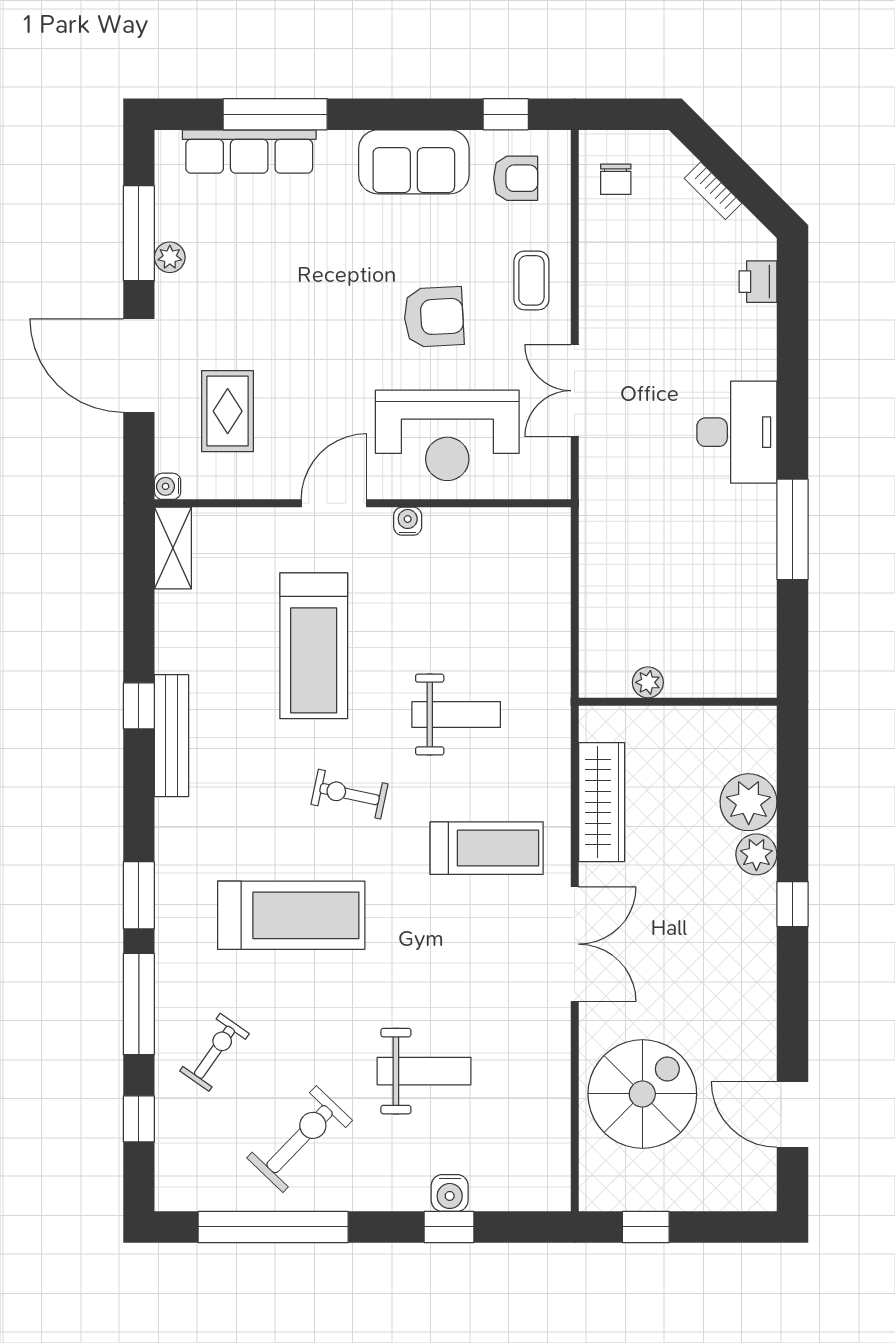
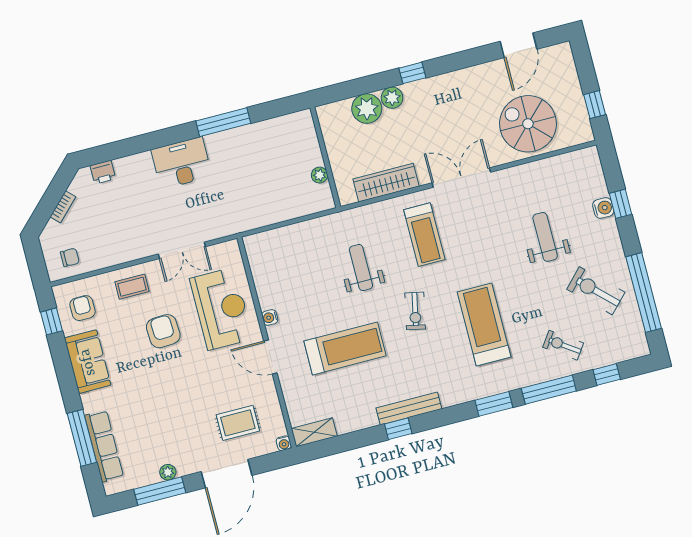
treadmill: (487, 848) -> (424, 235), turned 180

